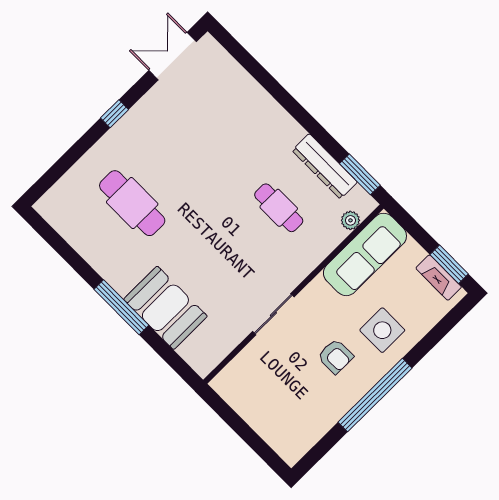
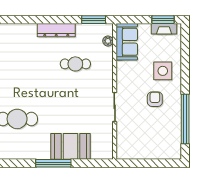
dresser: (325, 166) -> (56, 30), moved
sofa: (365, 254) -> (127, 42), width x0.73
armchair: (335, 356) -> (155, 99), turned -90
window: (375, 395) -> (185, 119), moved

